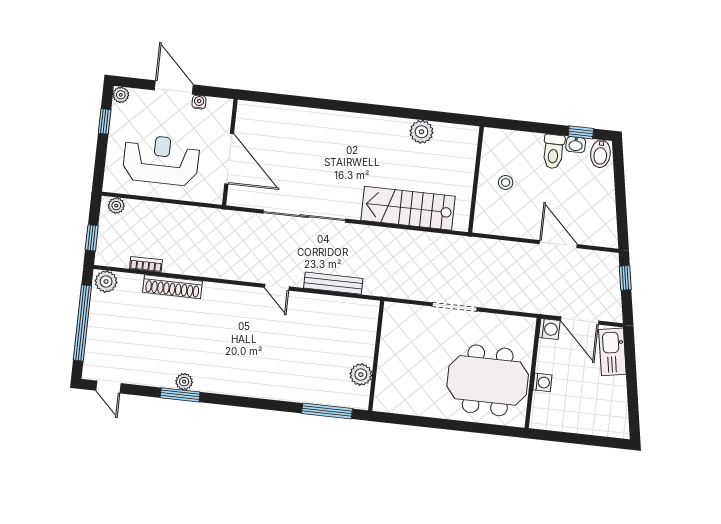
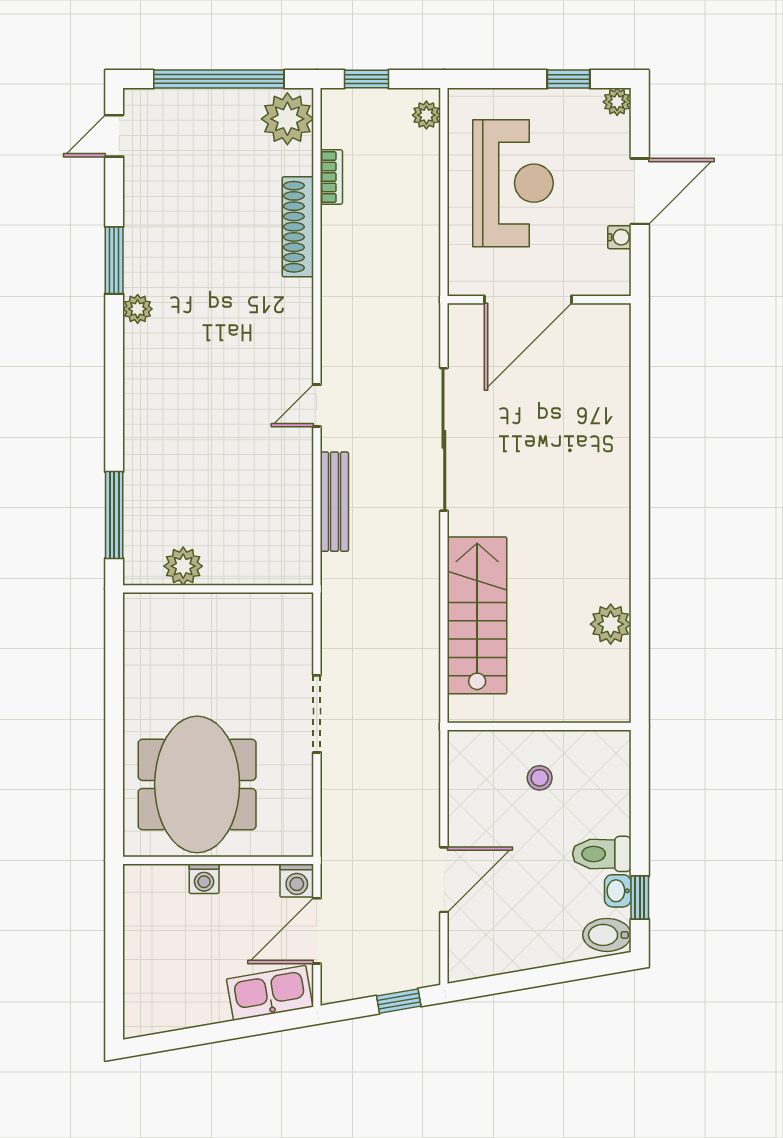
plant: (106, 282) -> (287, 119), width x1.36, depth x1.36
plant: (184, 382) -> (138, 309), moved

